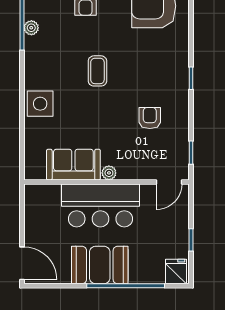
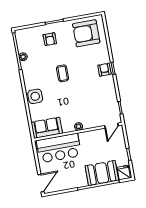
armchair: (150, 118) -> (104, 70), moved
sofa: (73, 165) -> (47, 128), moved
bar counter: (100, 205) -> (59, 148), moved
door: (22, 263) -> (41, 183), hinge flipped
booth: (100, 265) -> (102, 173), moved

